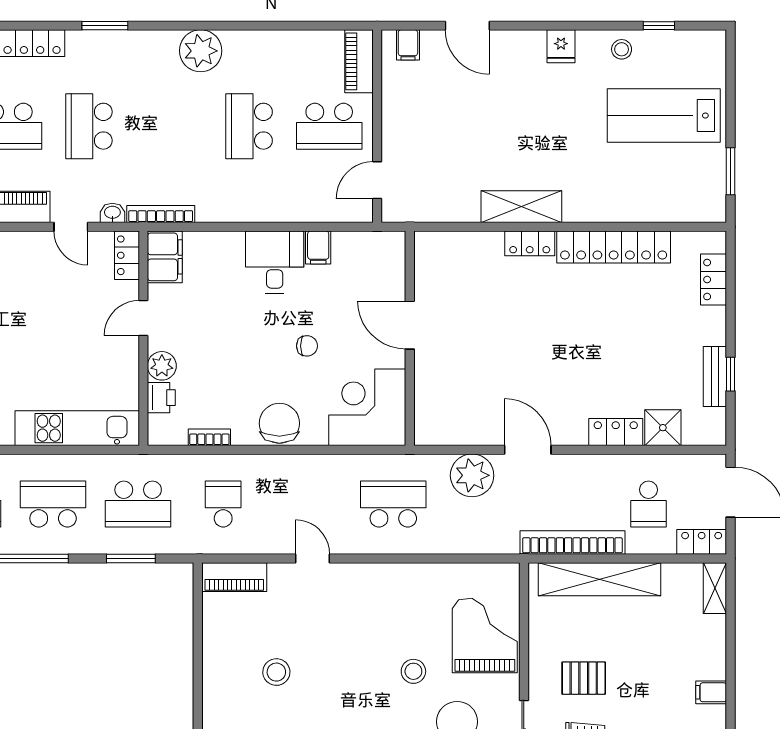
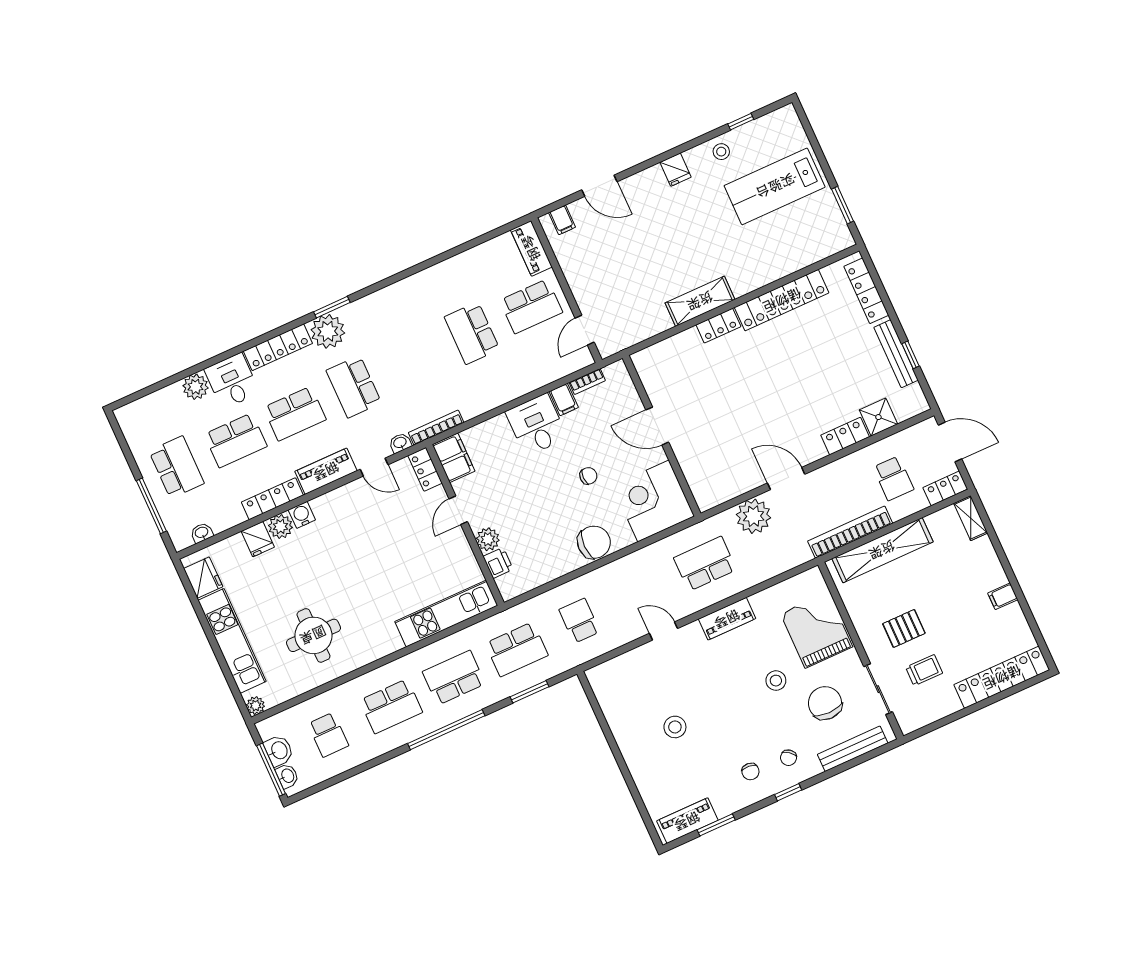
plant: (201, 51) -> (328, 331), moved
locker: (714, 280) -> (866, 291), width x1.53
bench: (715, 376) -> (896, 354), width x1.36
chair: (279, 423) -> (594, 542), turned 90
bookcase: (209, 437) -> (587, 381), moved, turned 180
piano: (234, 577) -> (727, 619), moved

